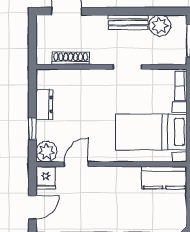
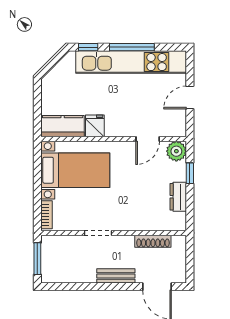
bench: (128, 22) -> (116, 276), moved
plant: (160, 26) -> (67, 273), removed
fridge: (46, 178) -> (95, 126), moved

